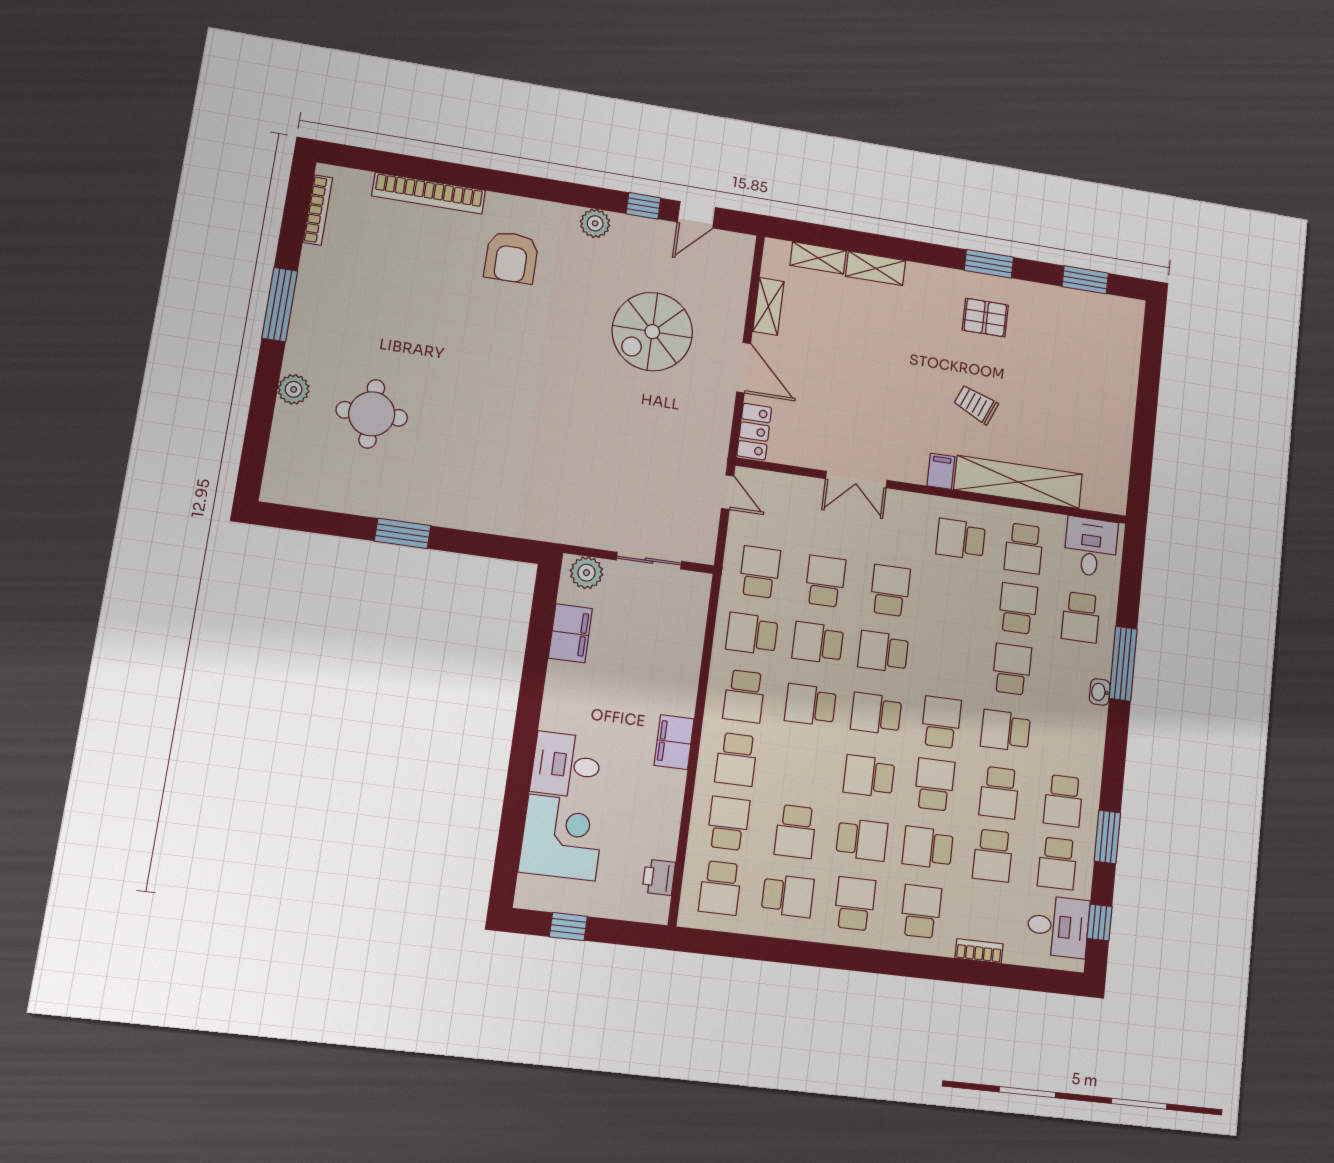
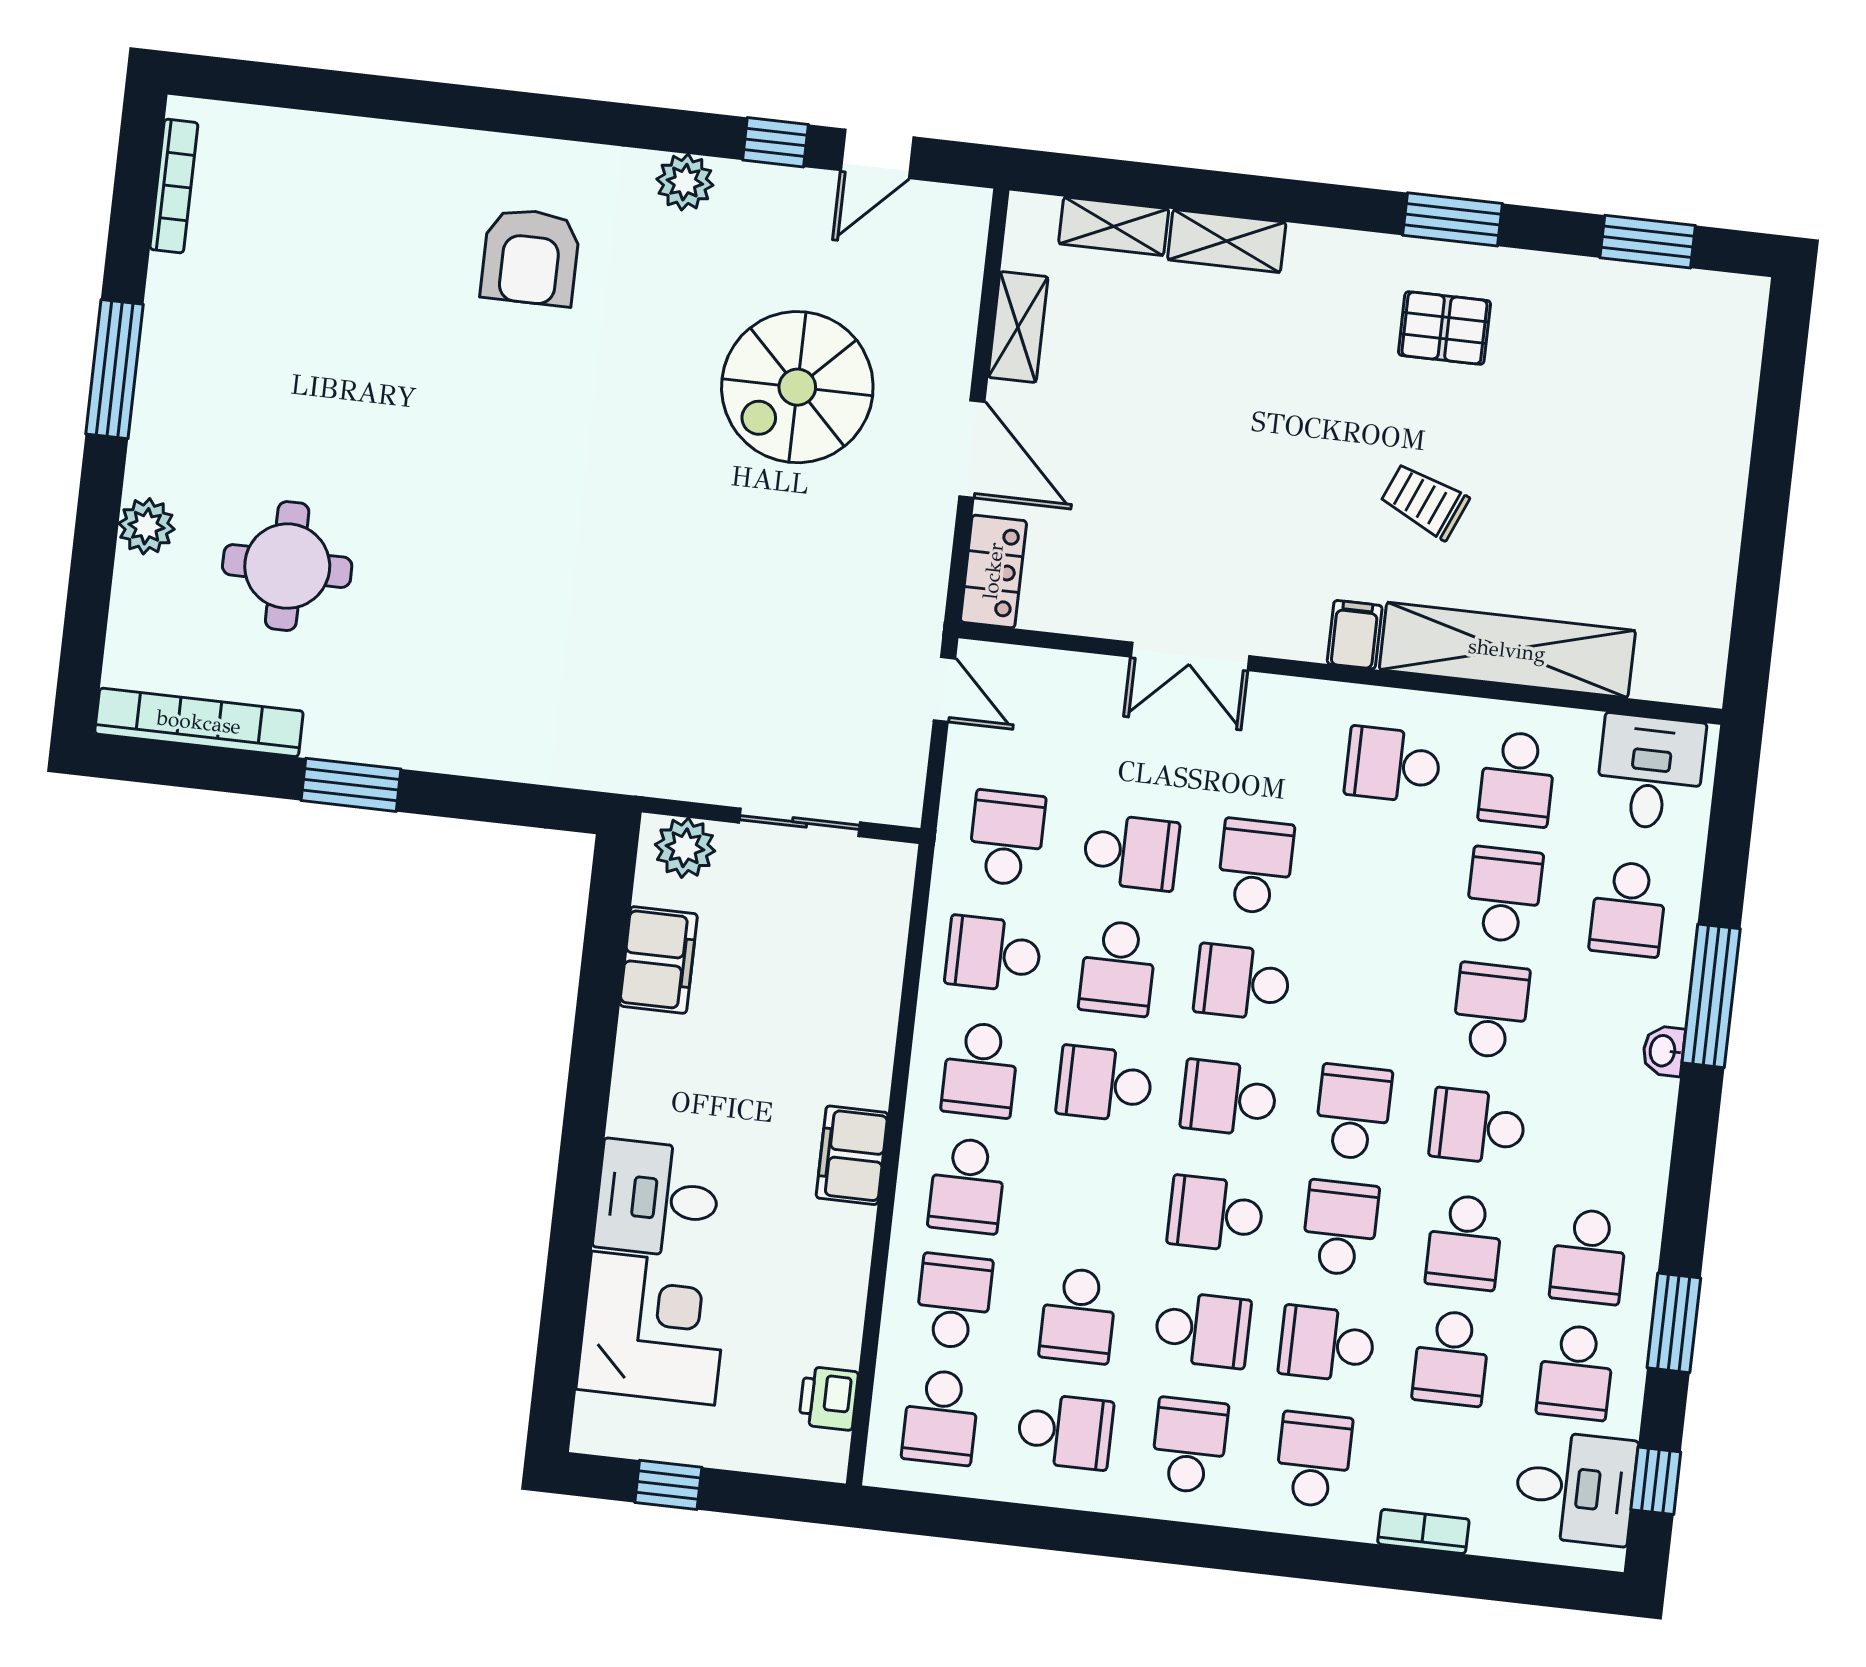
bookcase: (429, 193) -> (199, 722), moved, turned 180
school desk: (825, 581) -> (1131, 852), turned 90
school desk: (818, 643) -> (1118, 968), turned -90

